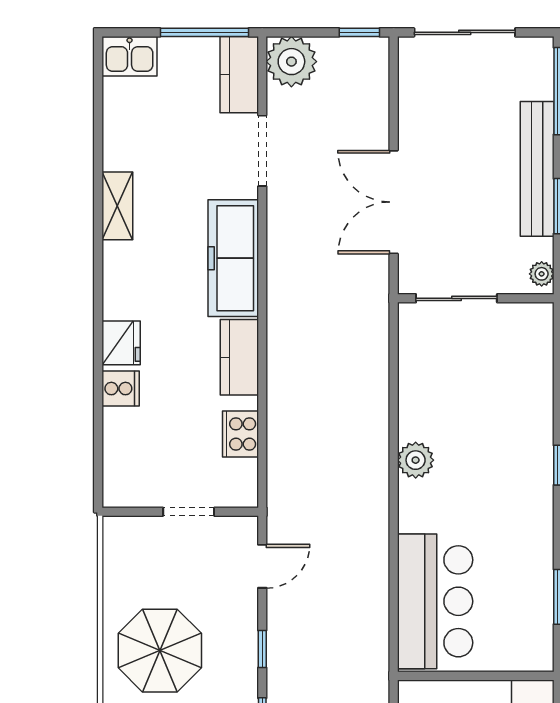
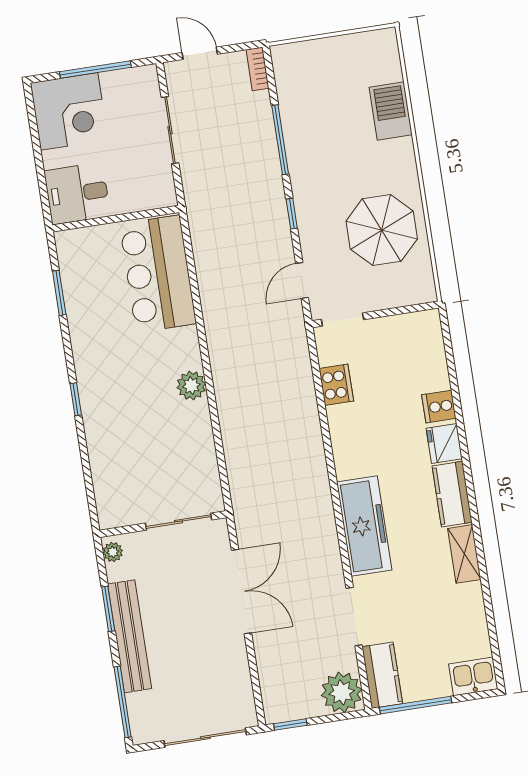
kitchen counter: (239, 357) -> (452, 494), moved, turned 180
doorway: (189, 512) -> (342, 319), moved
parasol: (160, 651) -> (382, 230), moved

